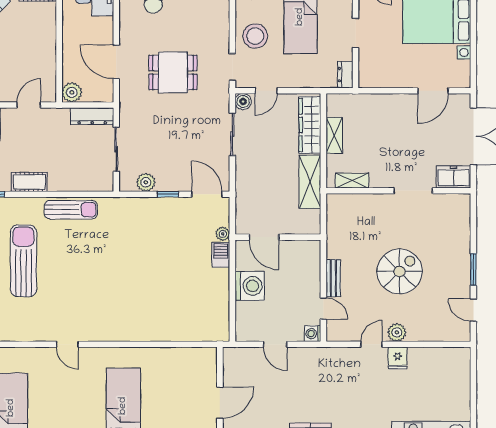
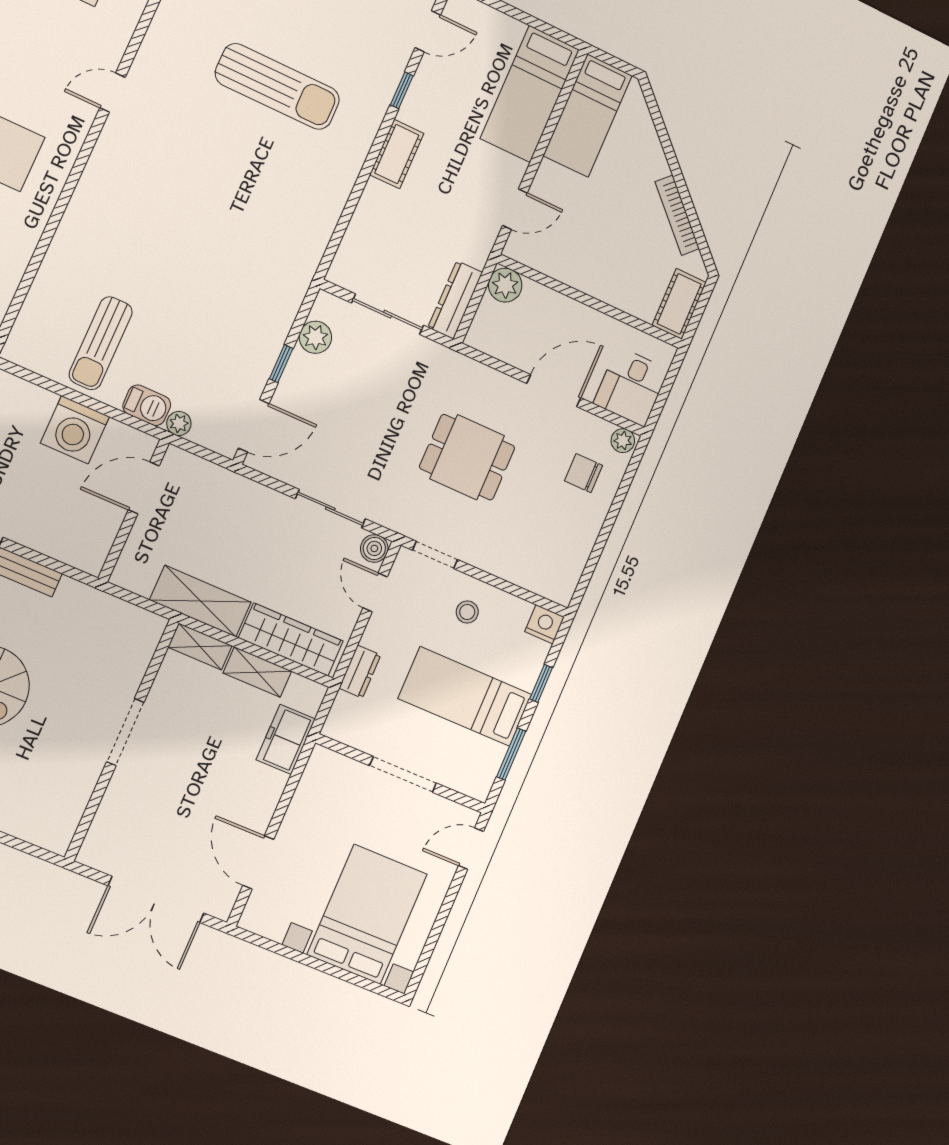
doorway: (356, 33) -> (403, 774), width x1.38
stool: (255, 36) -> (467, 612), width x0.53, depth x0.53
door: (116, 62) -> (554, 391), moved
dining table: (173, 72) -> (467, 457), turned 90
dresser: (345, 75) -> (360, 672), moved, turned 90
door: (29, 105) -> (515, 209), hinge flipped
freezer: (454, 177) -> (286, 739), moved, turned 180
shelving: (352, 181) -> (200, 647), moved, turned 90
doorway: (413, 191) -> (125, 732), moved
sun lounger: (71, 210) -> (101, 343), moved

